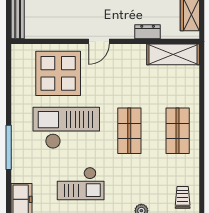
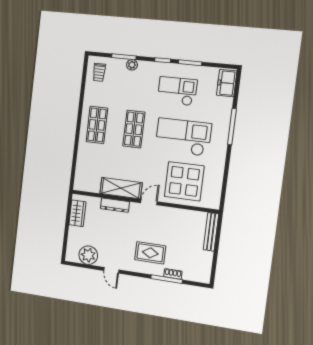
dresser: (148, 32) -> (115, 205), width x1.44
shelving: (173, 54) -> (121, 188), moved
checkout: (66, 128) -> (183, 137), turned 180

